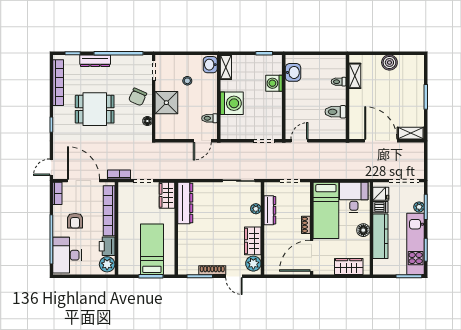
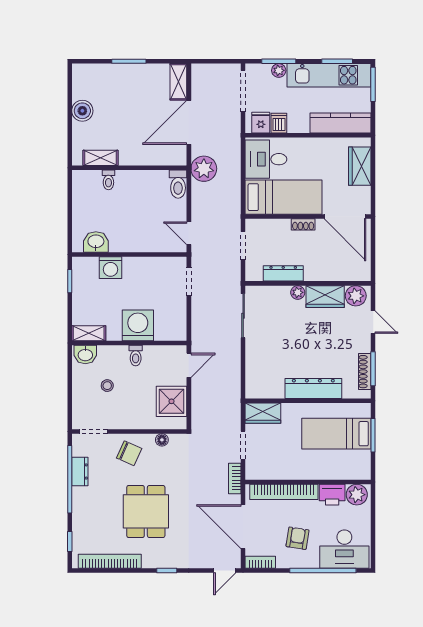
dresser: (95, 61) -> (80, 471), moved, width x0.70
shower: (166, 103) -> (171, 401), moved
toilet: (335, 112) -> (178, 184), moved
toilet: (209, 118) -> (136, 356), moved
door: (202, 141) -> (189, 365), hinge flipped
plant: (347, 152) -> (204, 169), added
door: (51, 167) -> (225, 570), hinge flipped
door: (84, 181) -> (243, 527), hinge flipped
dresser: (185, 203) -> (313, 388), moved
plant: (256, 209) -> (298, 292), moved
armchair: (75, 221) -> (297, 538), turned -81
floor lamp: (363, 230) -> (310, 146), removed
kitchen counter: (380, 236) -> (340, 123), moved
shoe rack: (212, 270) -> (365, 372), moved
door: (234, 276) -> (373, 322), hinge flipped

